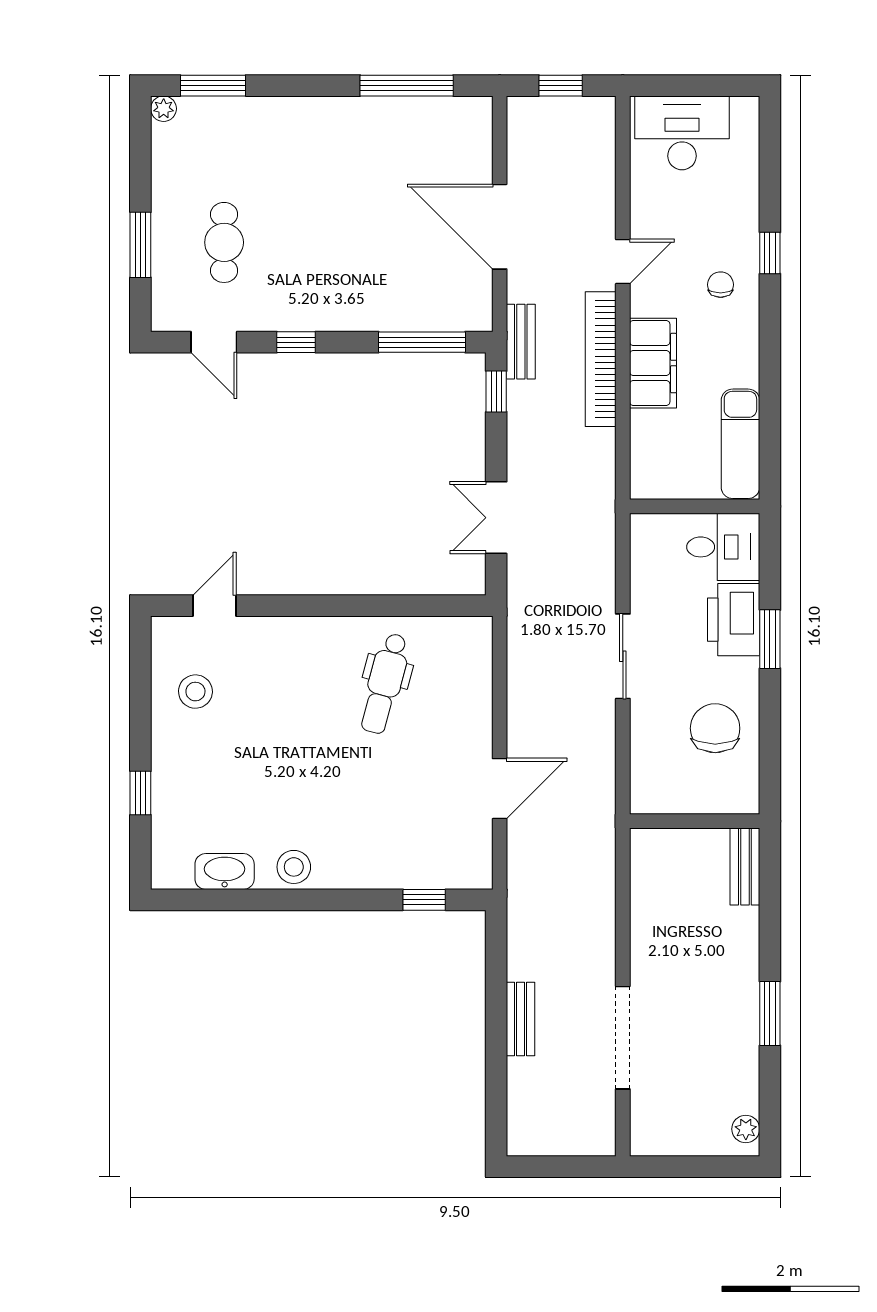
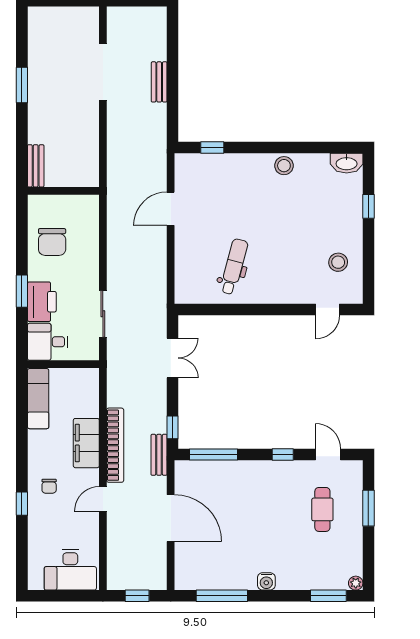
water cooler: (326, 112) -> (266, 581), added
sliding door: (623, 656) -> (103, 314), moved
washbasin: (225, 872) -> (347, 163), moved
plant: (746, 1129) -> (35, 21), removed

